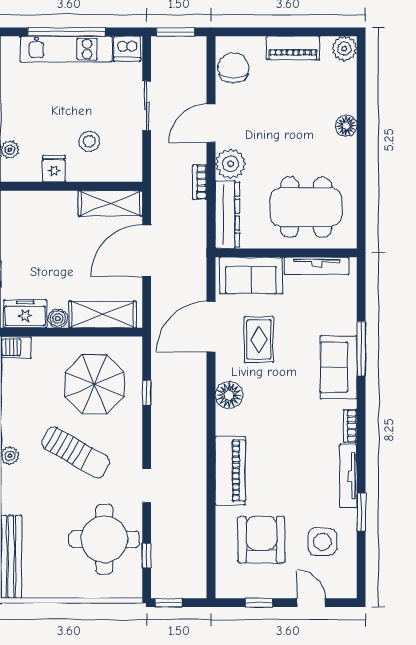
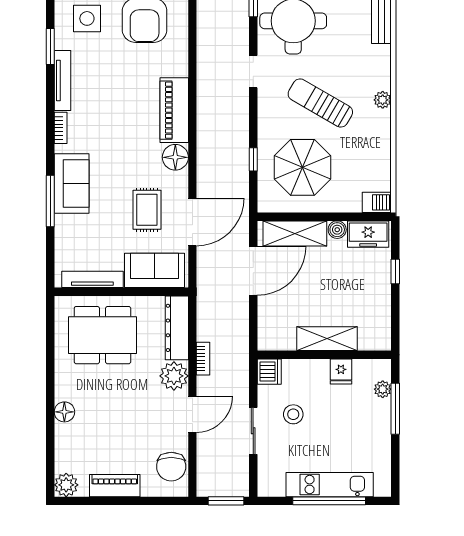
dishwasher: (127, 49) -> (269, 372), moved, turned 90
stool: (89, 141) -> (293, 414), moved
shelving: (110, 203) -> (327, 339), moved
door: (147, 251) -> (253, 271), moved
piano: (230, 471) -> (174, 110), moved

